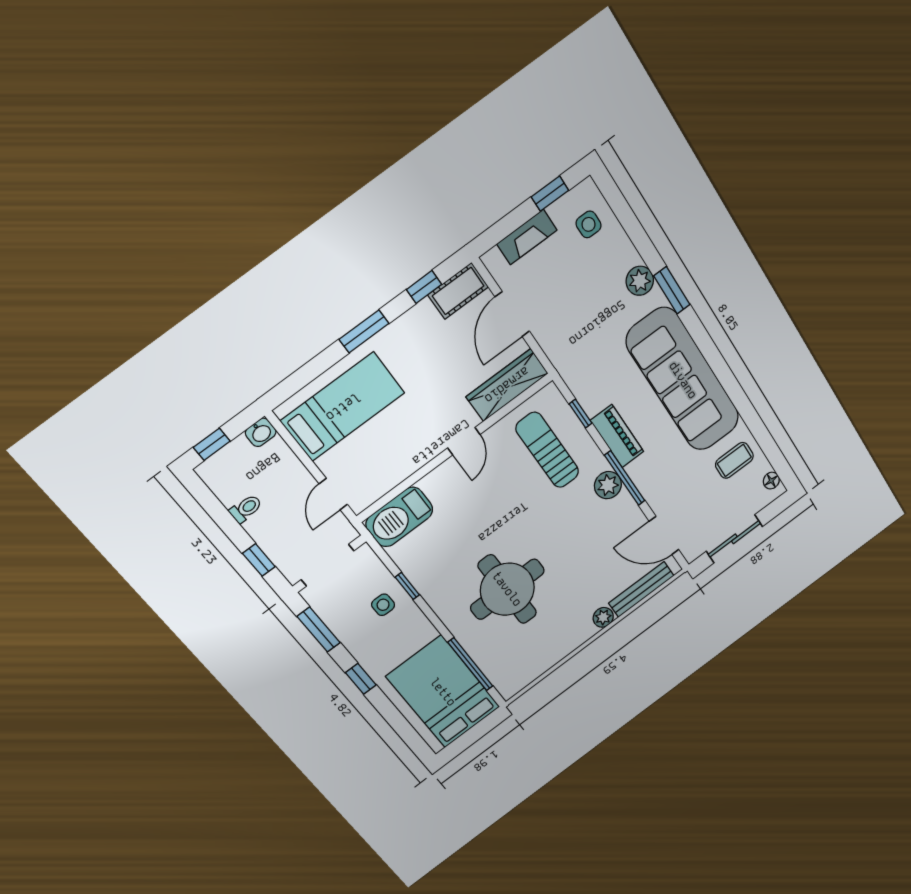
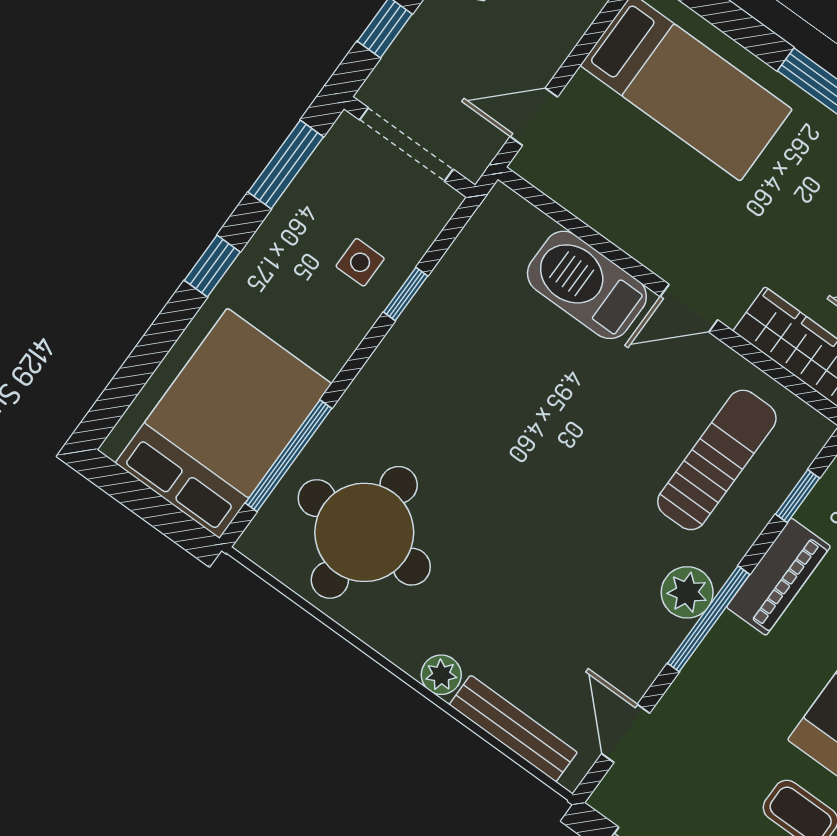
barbecue: (399, 517) -> (587, 285), moved
door: (664, 535) -> (626, 733), width x0.73
round table: (507, 589) -> (364, 532), moved

